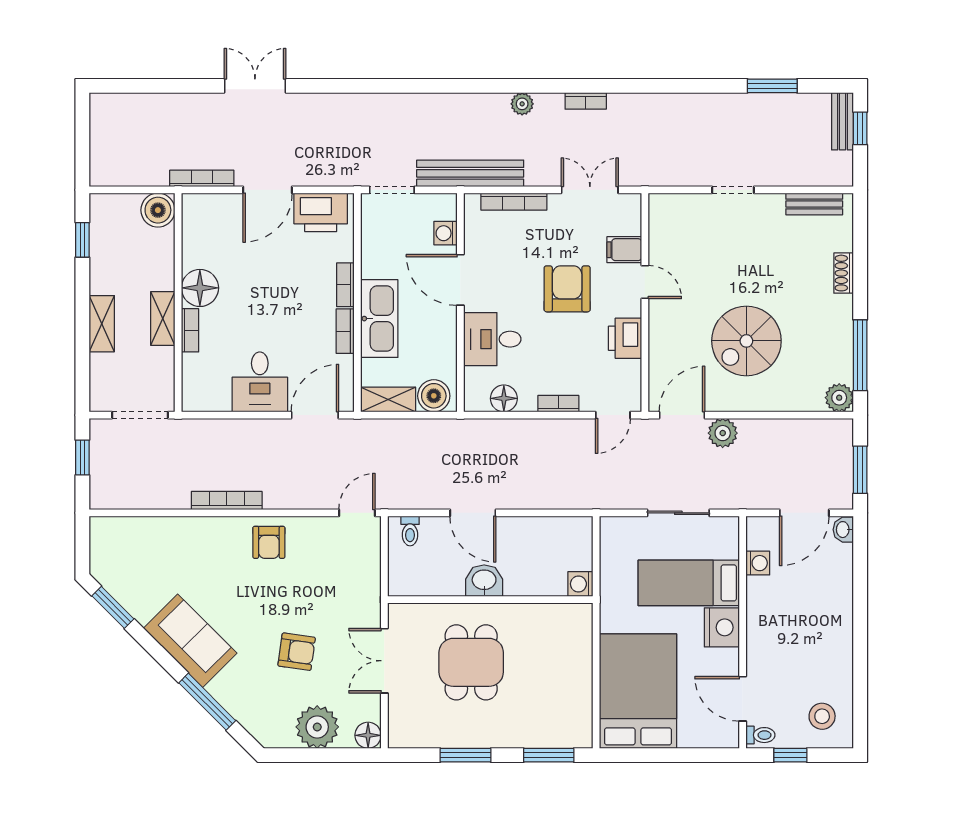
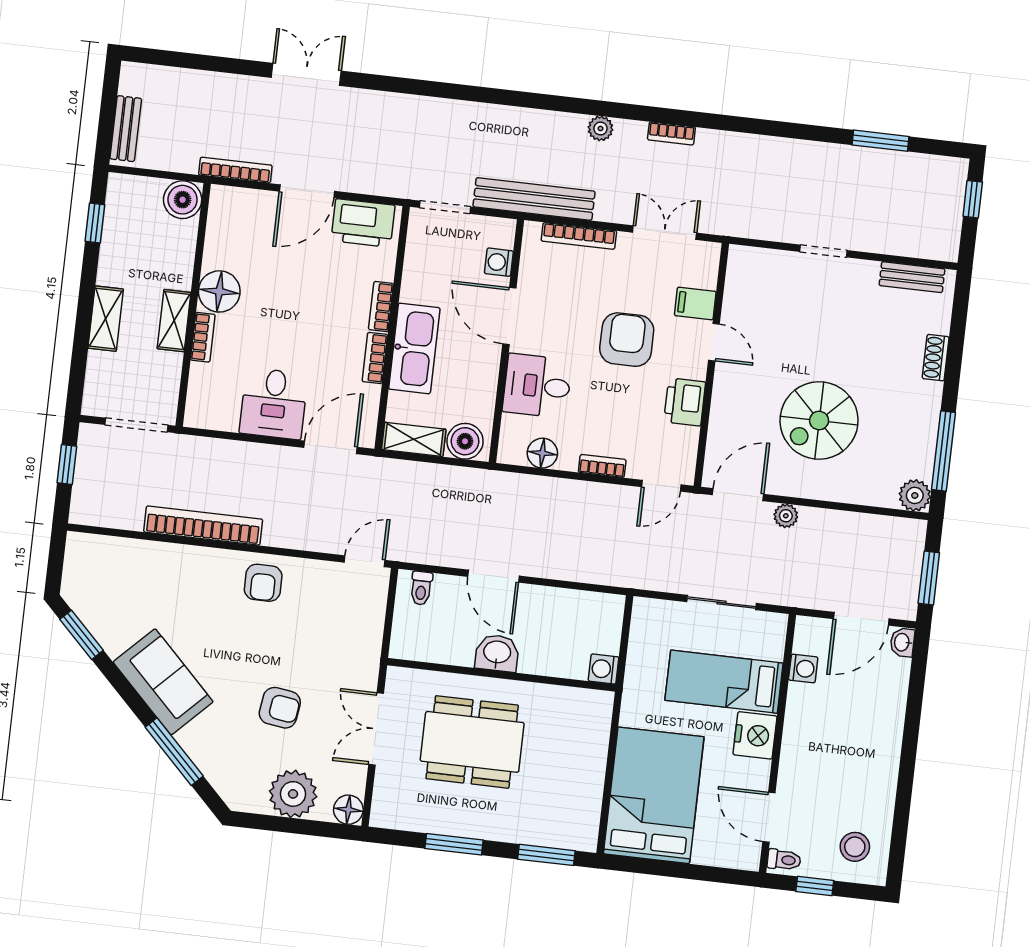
bench: (842, 121) -> (126, 129), moved
plant: (723, 433) -> (786, 516), width x0.73, depth x0.73
bookcase: (227, 501) -> (203, 526), width x1.48, depth x1.31
dining table: (471, 662) -> (472, 742), width x1.37

